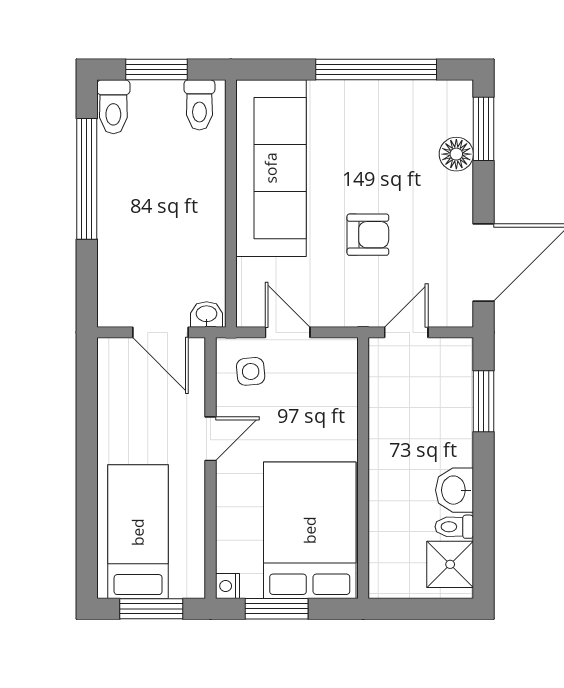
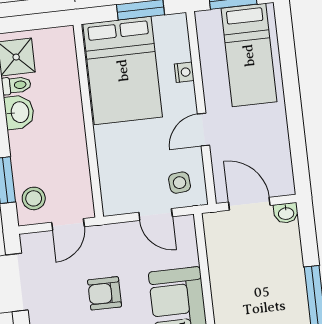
washbasin: (207, 314) -> (286, 213), moved
stool: (448, 372) -> (34, 198), added
nightstand: (228, 586) -> (184, 72), moved

